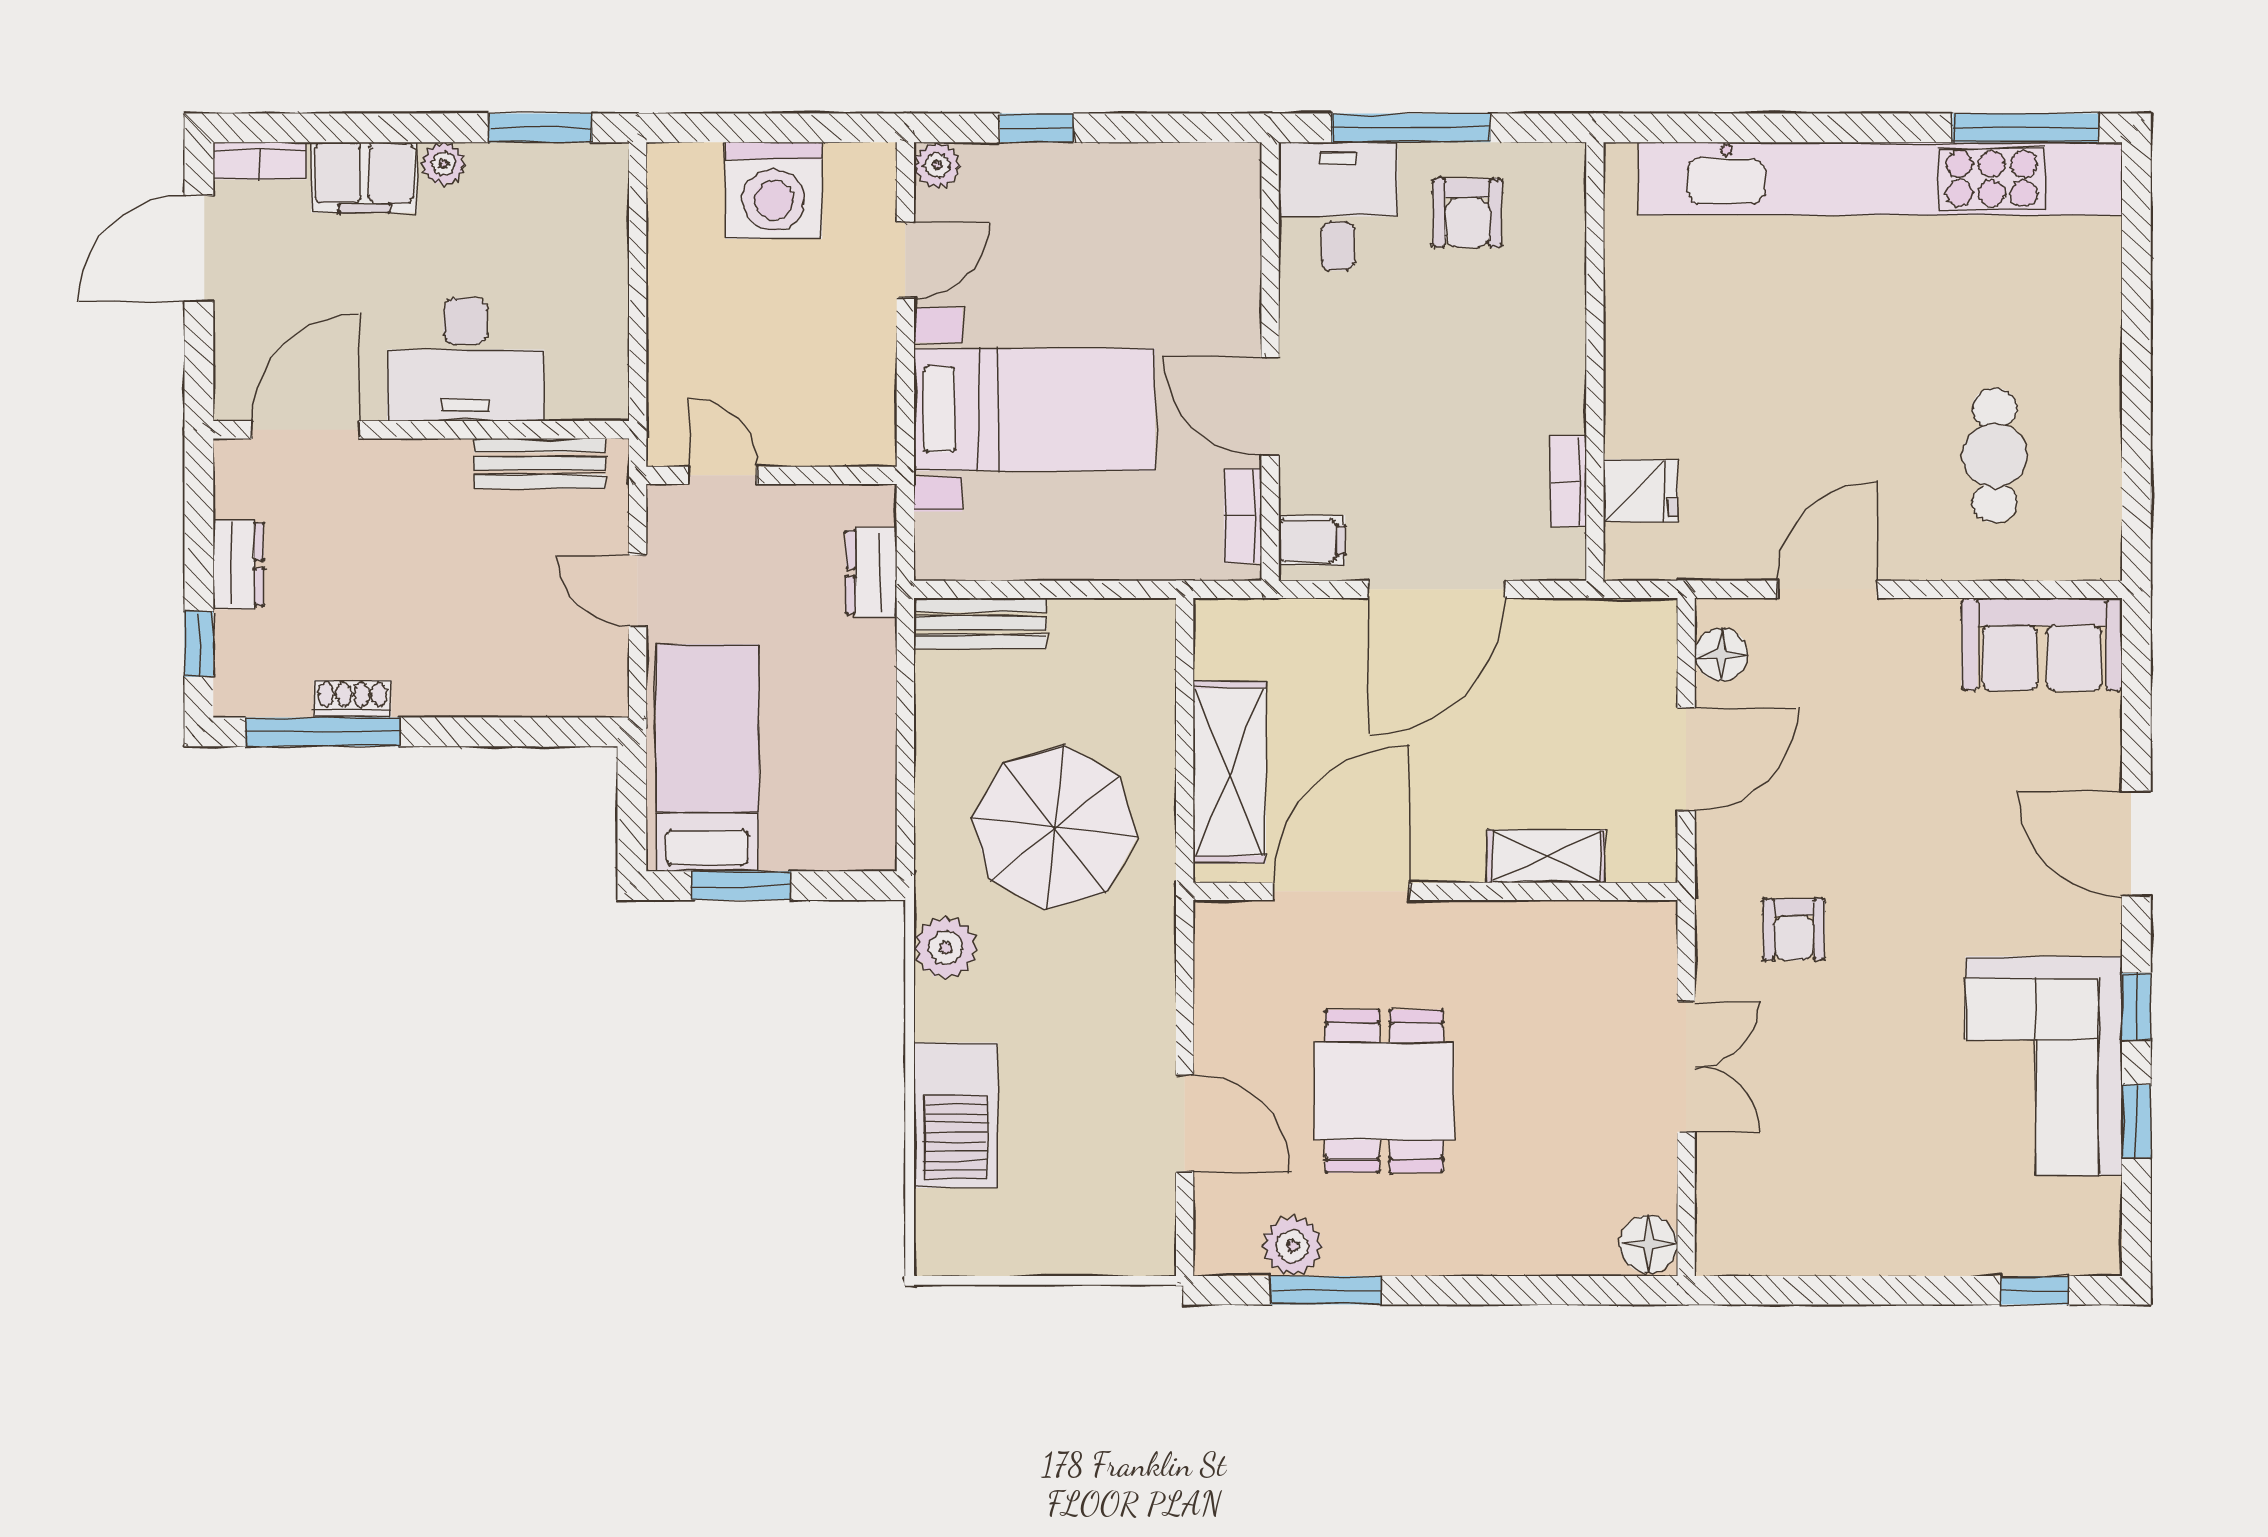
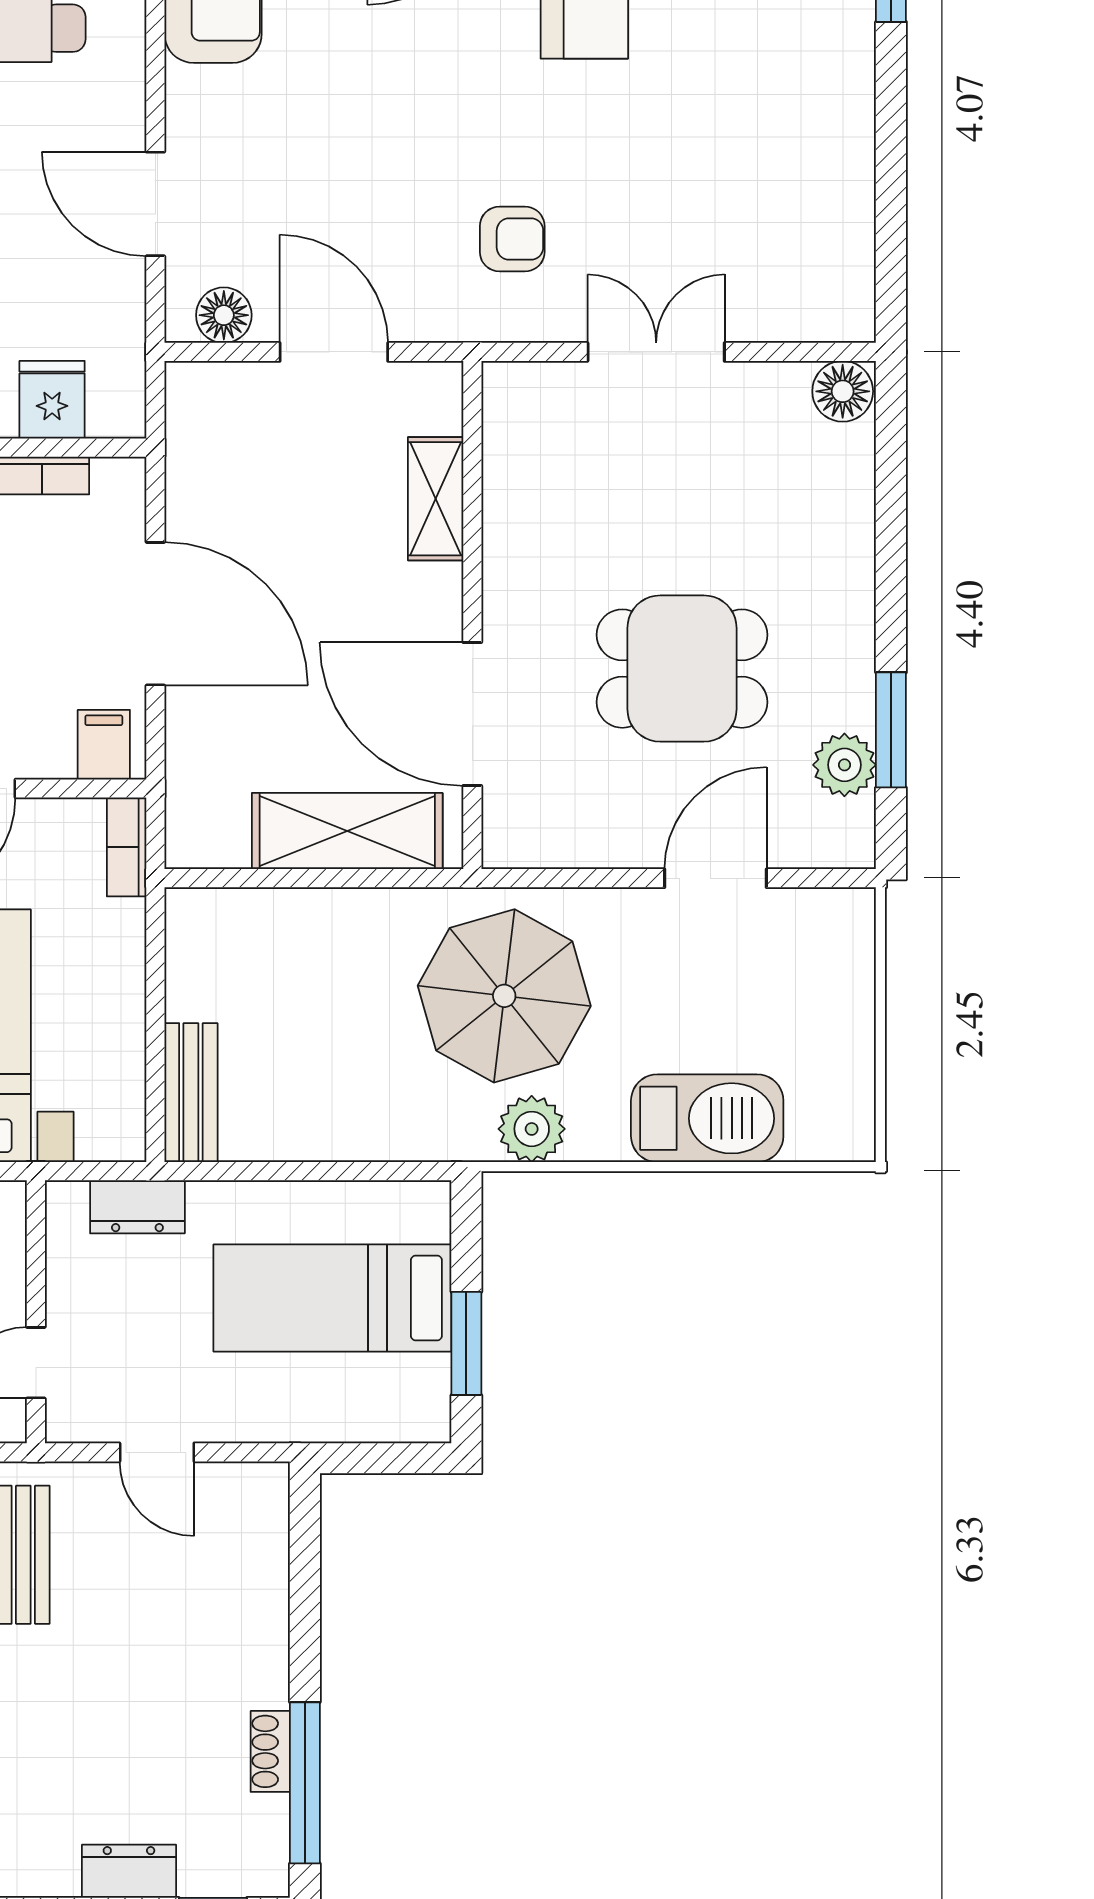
bookcase: (1243, 516) -> (127, 847), moved, turned 90
door: (638, 591) -> (157, 1452), hinge flipped
bed: (707, 758) -> (332, 1298), moved
parasol: (1055, 827) -> (504, 996), moved

